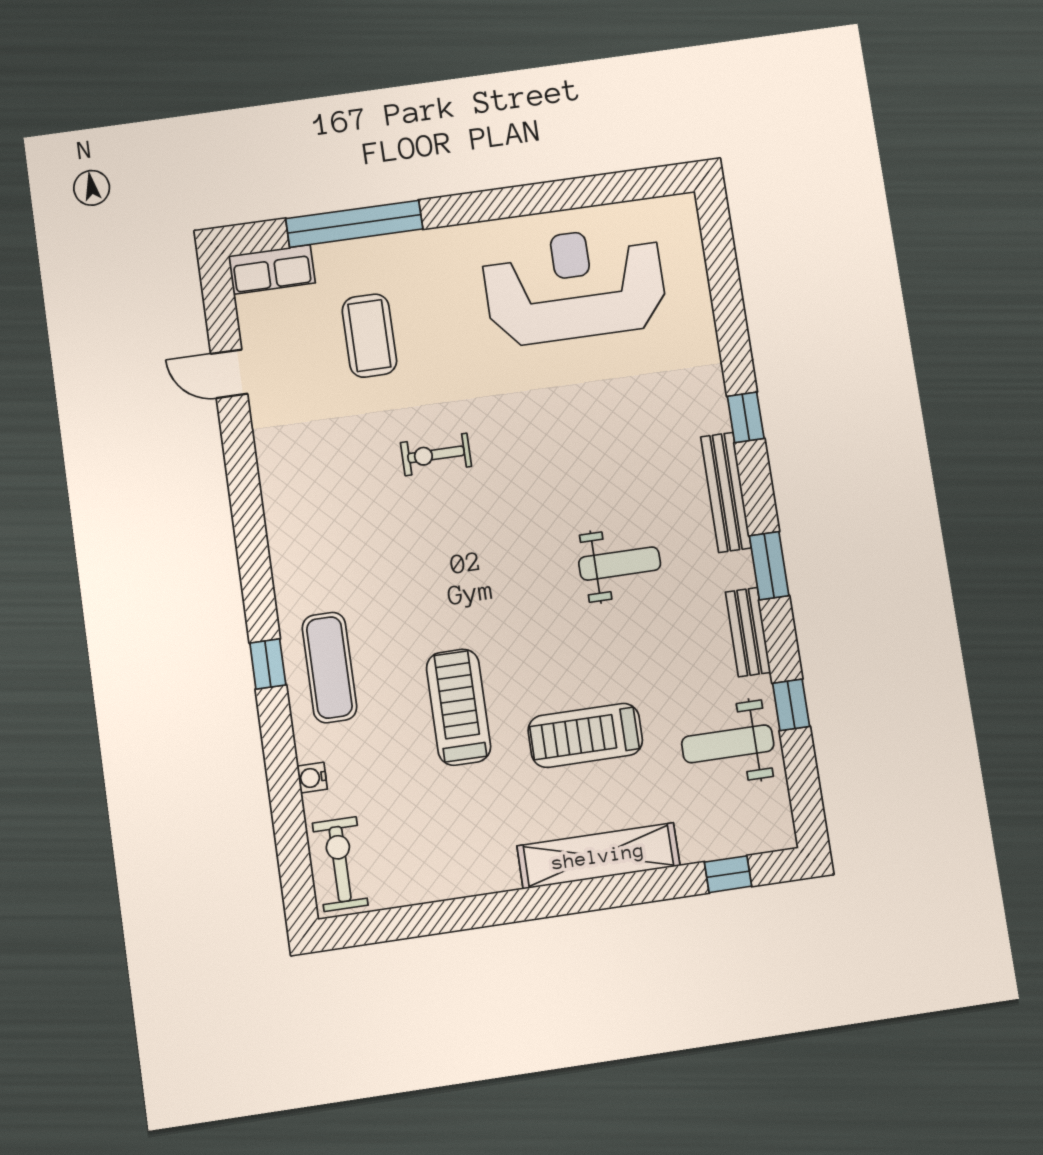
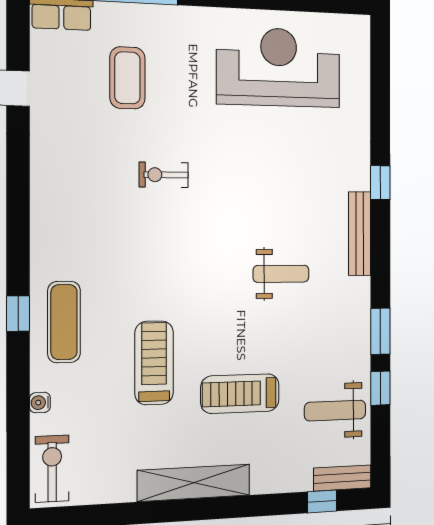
window: (769, 566) -> (380, 331), moved
bench: (748, 632) -> (342, 478), moved, turned 90
shelving: (598, 856) -> (194, 483), moved

